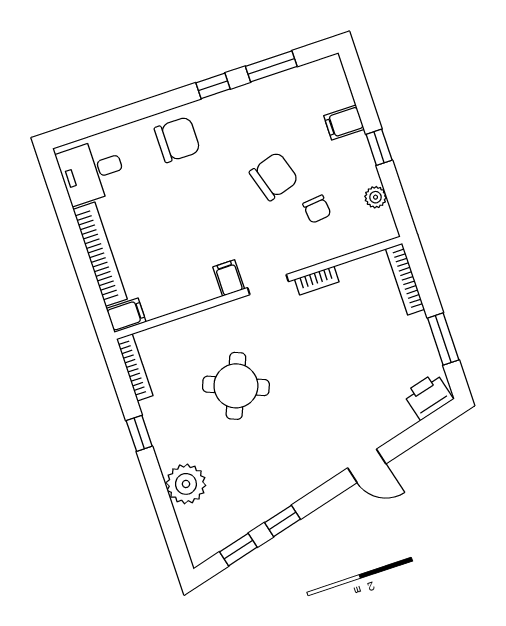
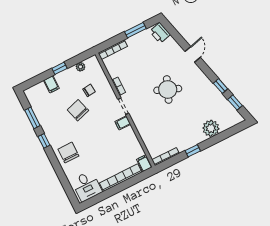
round table: (236, 386) -> (168, 89), moved

